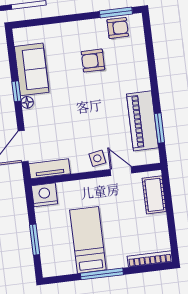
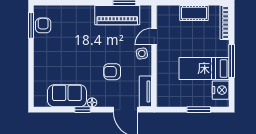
armchair: (93, 61) -> (112, 72), moved, turned 90
nightstand: (45, 195) -> (221, 90), moved, turned 180
cot: (154, 195) -> (194, 13), moved

